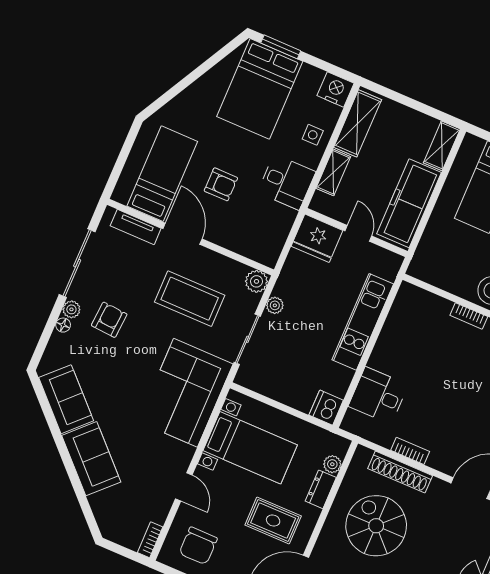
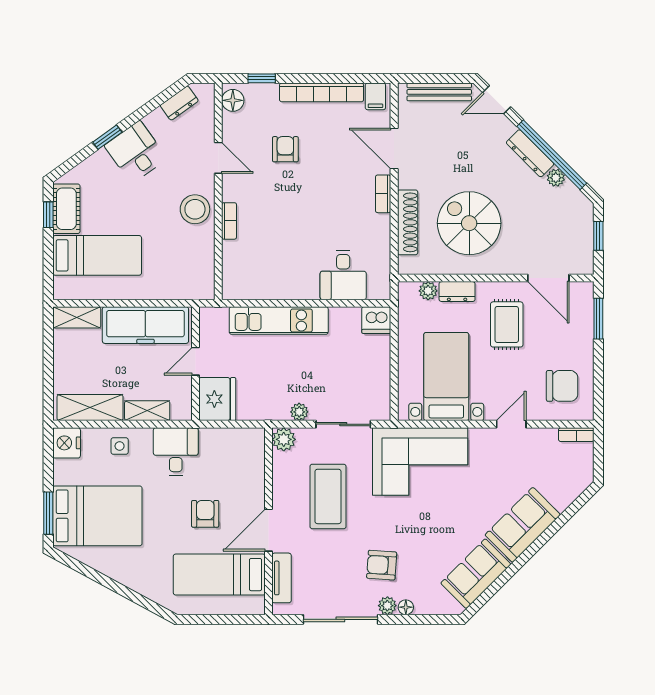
bookcase: (410, 451) -> (383, 194), moved
spiral stairs: (376, 526) -> (469, 223), turned 90

